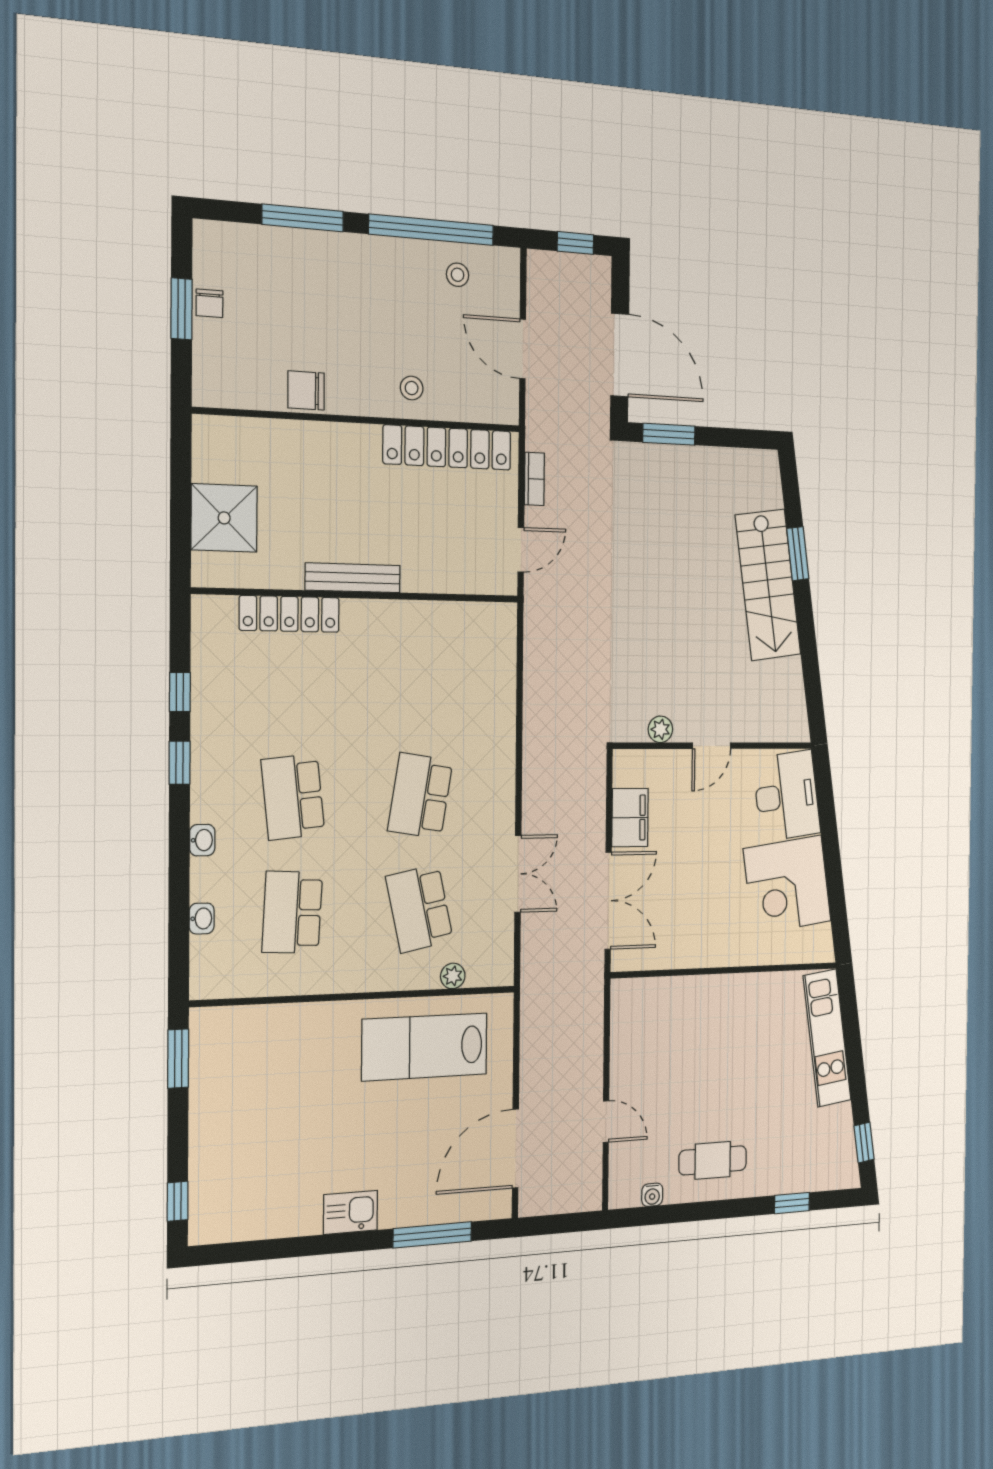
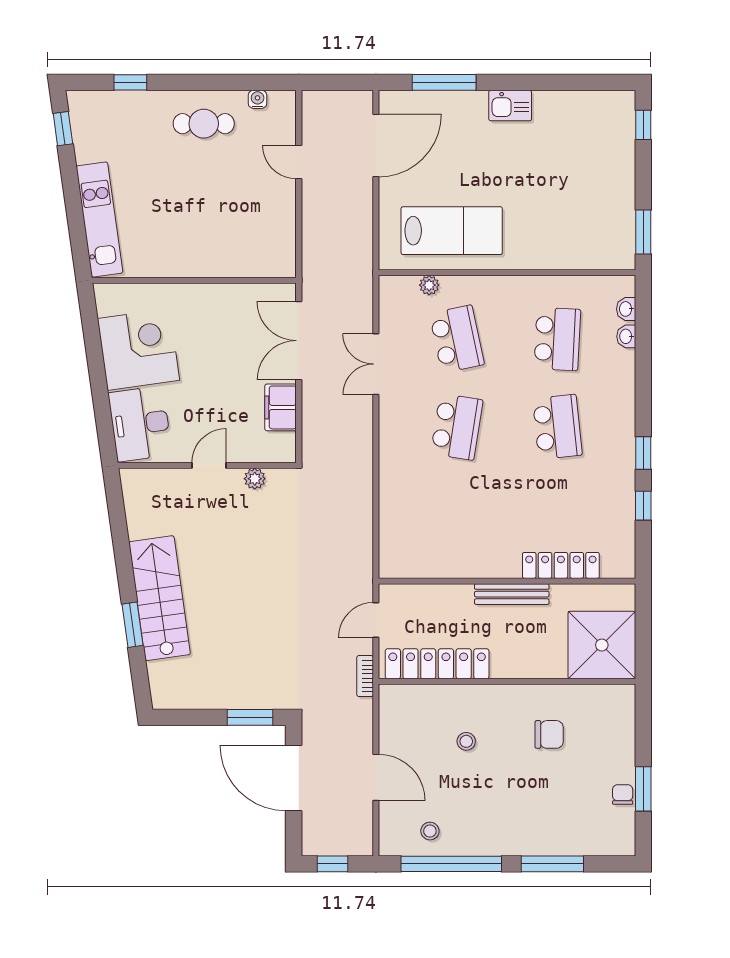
wall: (360, 420) -> (507, 681), moved
locker: (447, 447) -> (437, 664), moved
shower: (224, 518) -> (602, 645), width x1.37, depth x1.37
washbasin: (202, 840) -> (626, 309), moved

